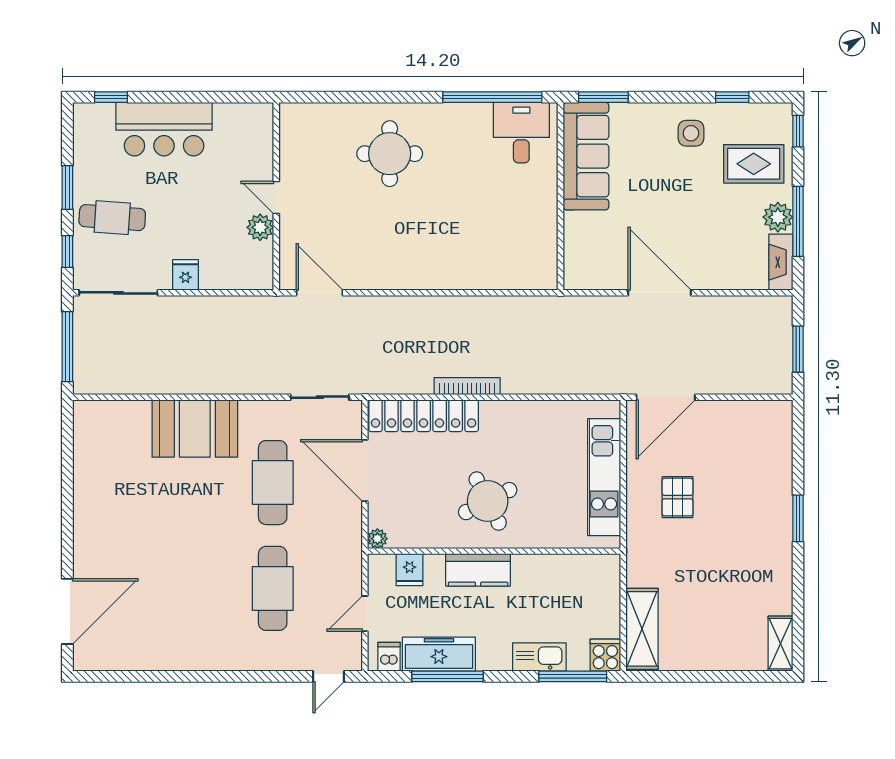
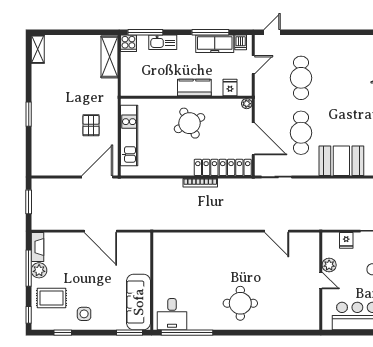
wall: (276, 196) -> (321, 281), moved
door: (276, 198) -> (321, 281), moved
plant: (260, 227) -> (329, 265), moved

